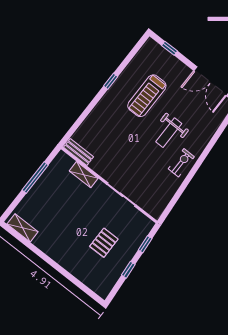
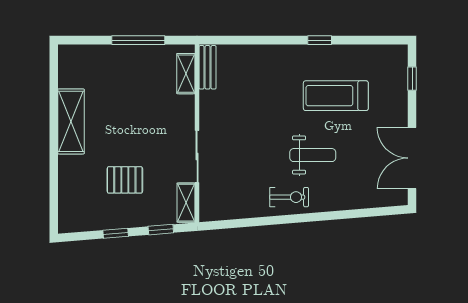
weight bench: (169, 133) -> (313, 155), turned 180
shelving: (84, 175) -> (186, 74), moved
shelving: (141, 220) -> (186, 203), added
shelving: (23, 228) -> (71, 121), moved, width x1.50, depth x1.33

